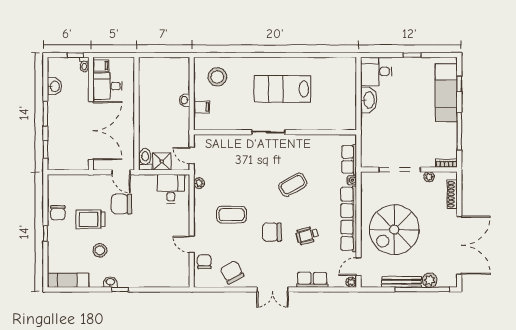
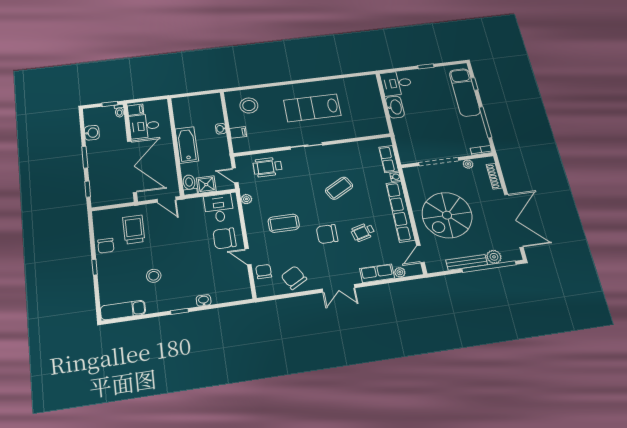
bathtub: (148, 114) -> (187, 145), added
wheelchair: (225, 151) -> (268, 167), added
chair: (122, 204) -> (224, 238), moved
trolley: (90, 219) -> (134, 229), moved, turned 90
washbasin: (110, 282) -> (204, 300), moved
plant: (351, 282) -> (400, 272), moved

